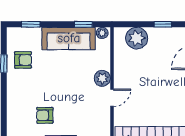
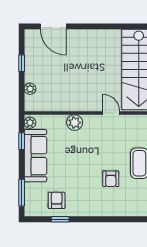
window: (31, 24) -> (22, 193), width x1.50
plant: (137, 38) -> (30, 89), width x0.53, depth x0.53
door: (112, 98) -> (111, 113), moved

